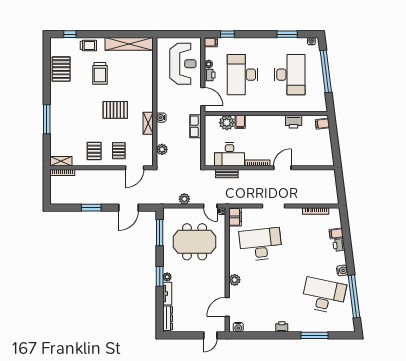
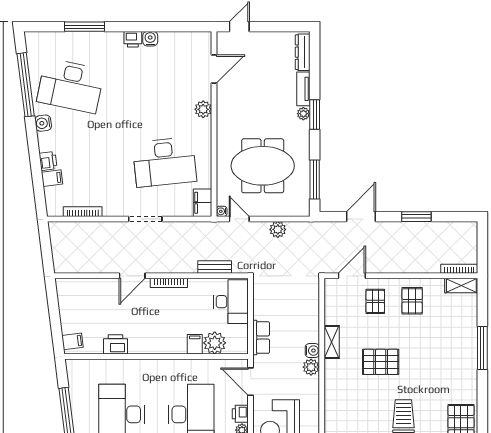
plant: (162, 149) -> (311, 367), moved
desk: (230, 155) -> (231, 302), moved, turned 90
water cooler: (238, 327) -> (150, 39), moved

